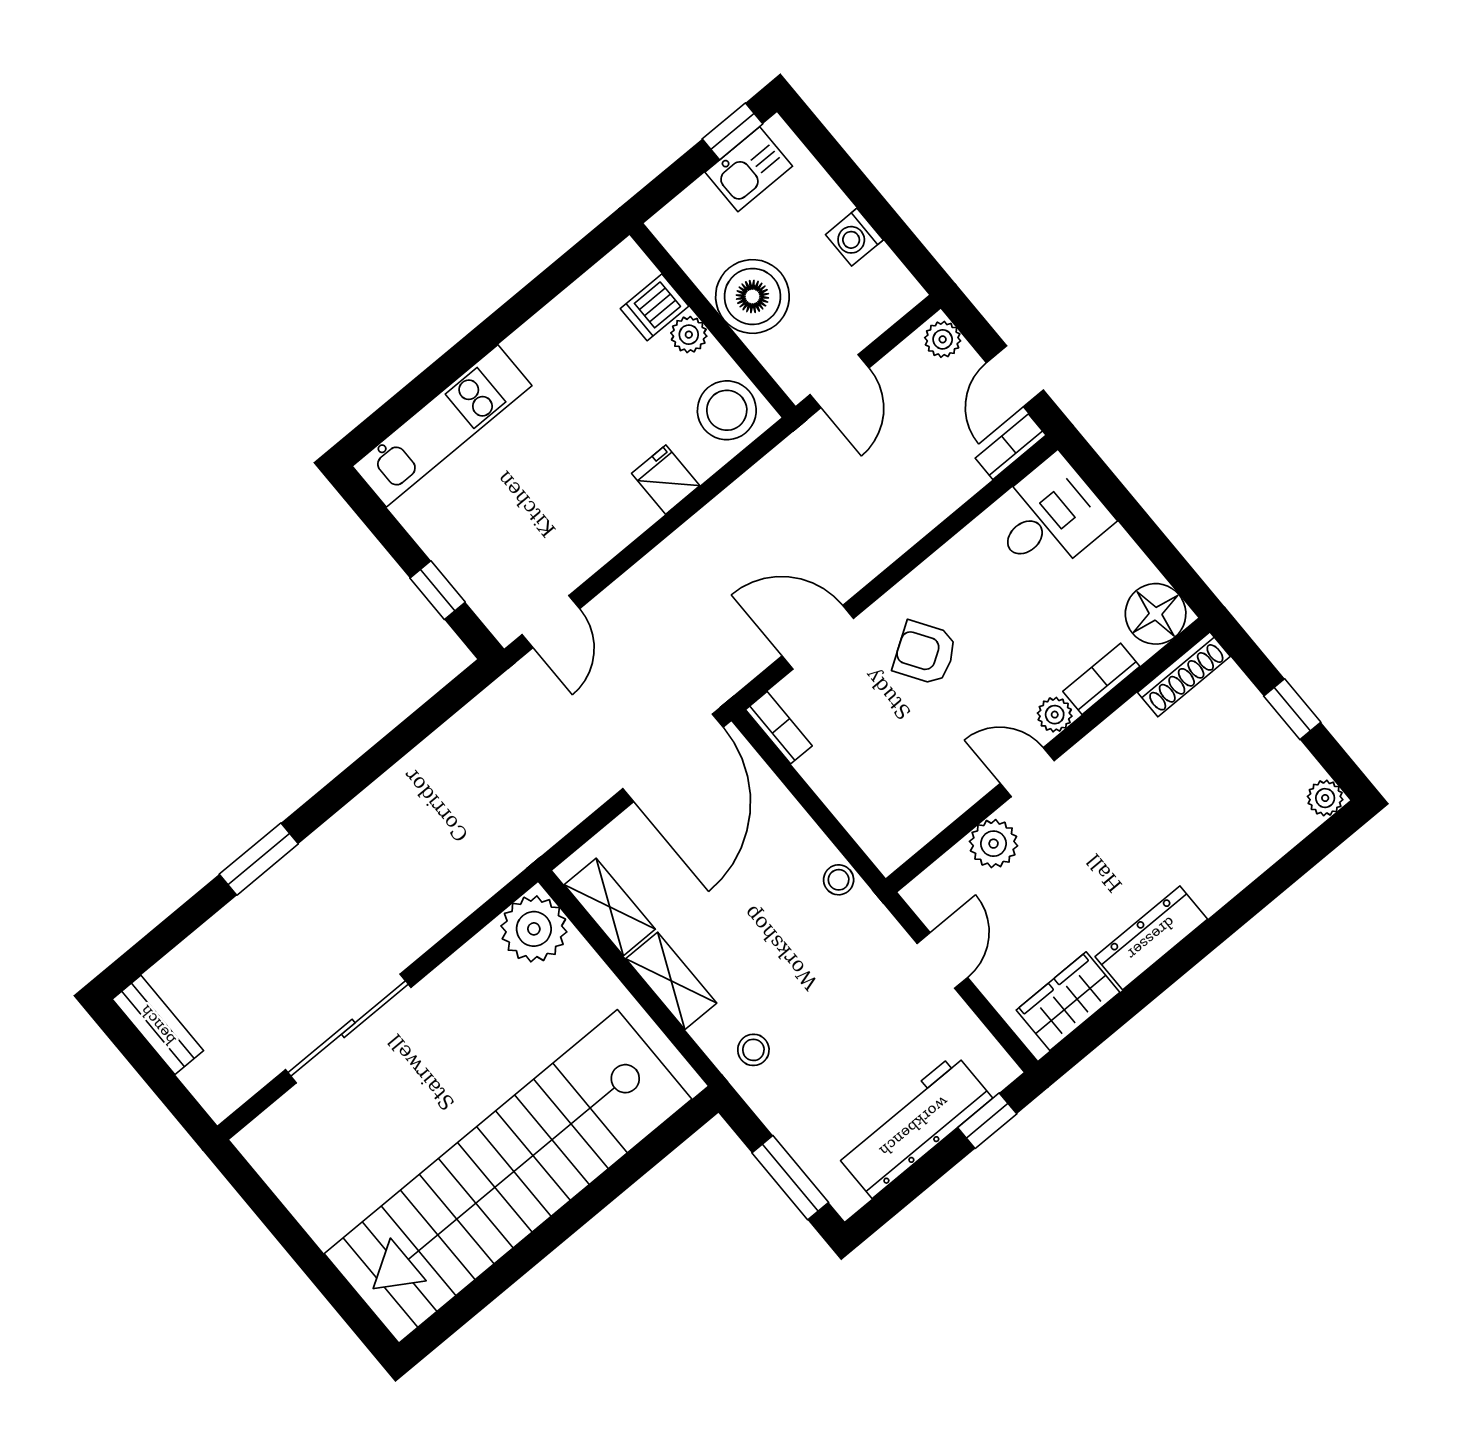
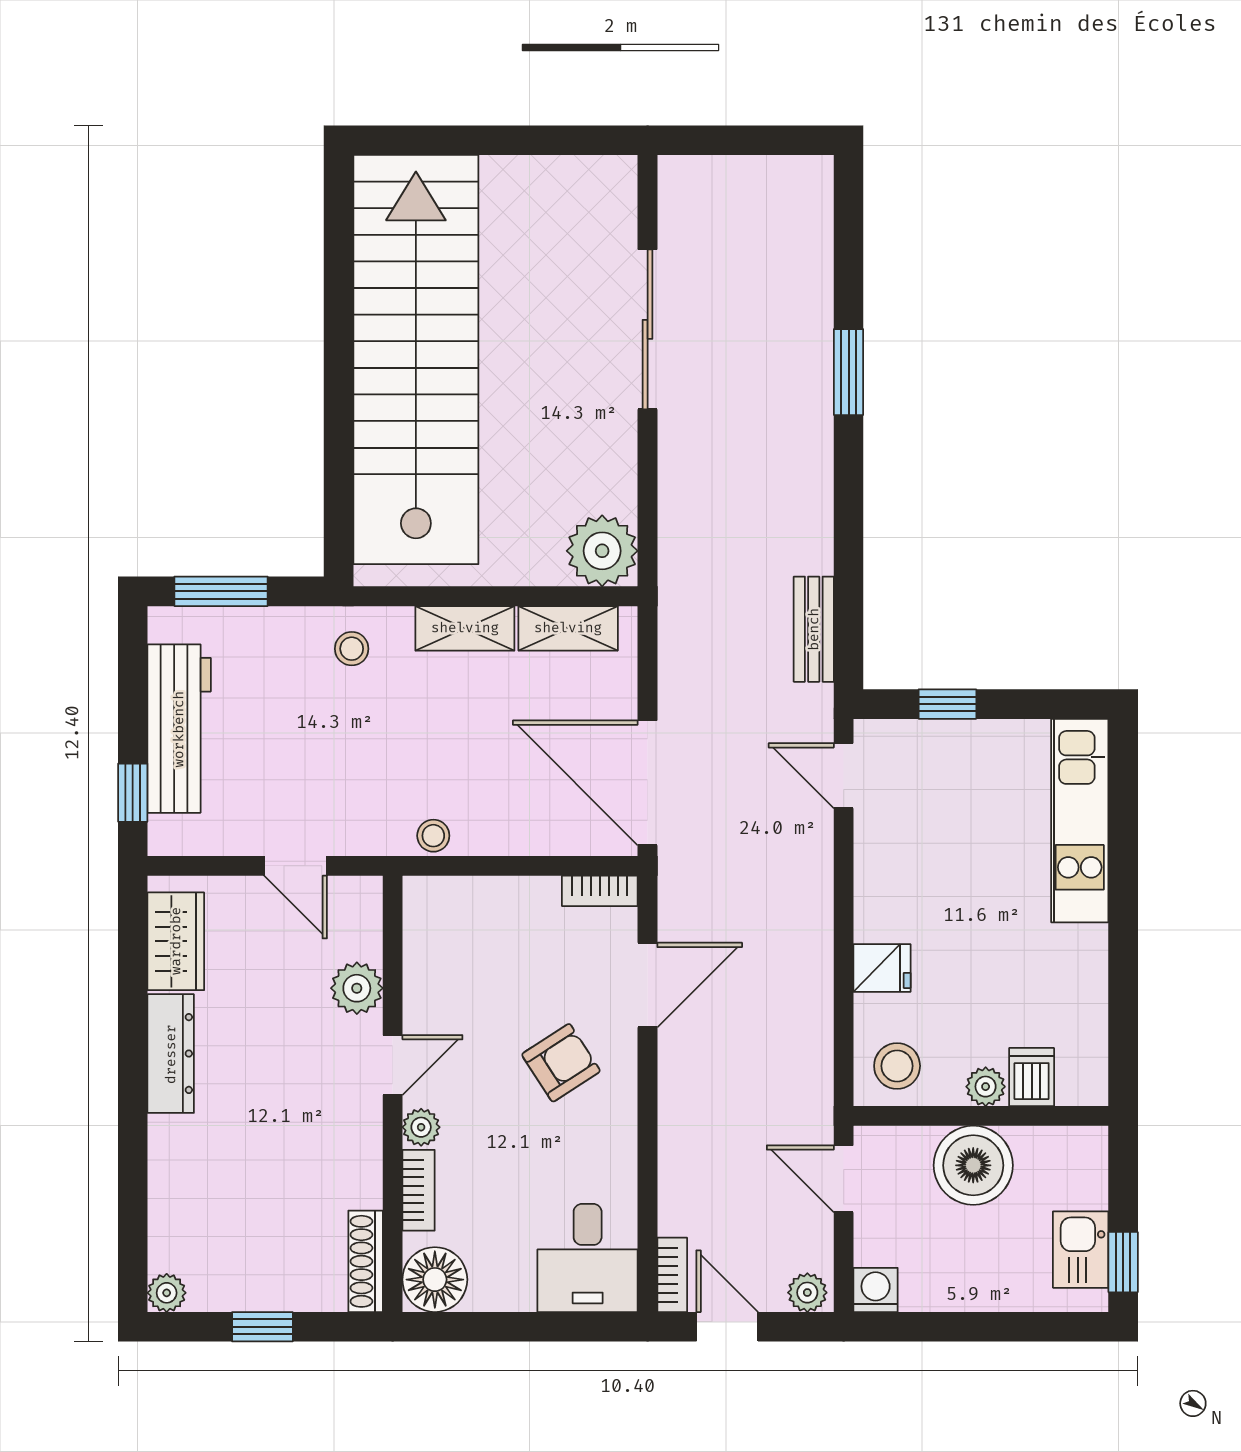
washing machine: (854, 237) -> (876, 1290), moved
stool: (727, 410) -> (897, 1066), width x0.73, depth x0.73
bench: (158, 1025) -> (814, 629), moved, turned 90

